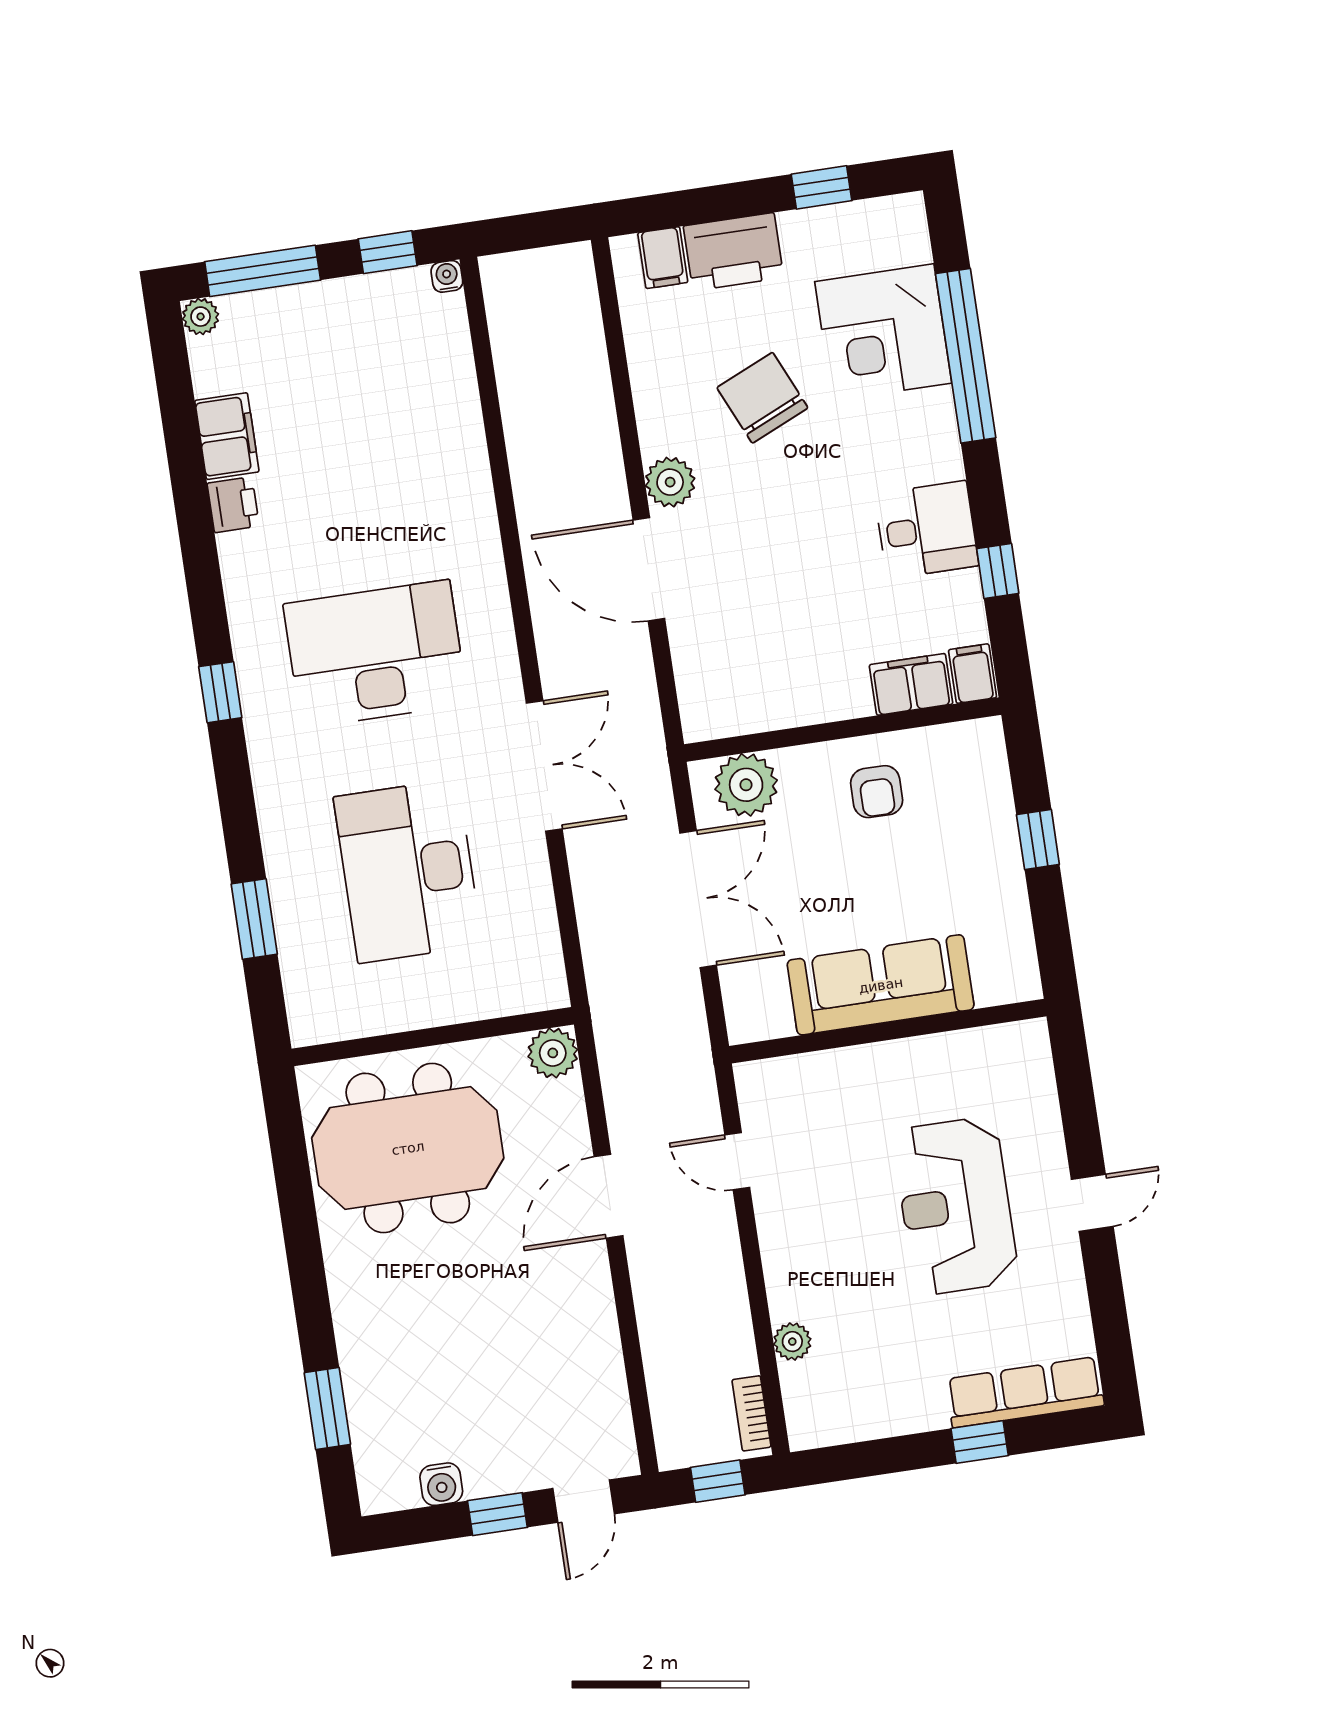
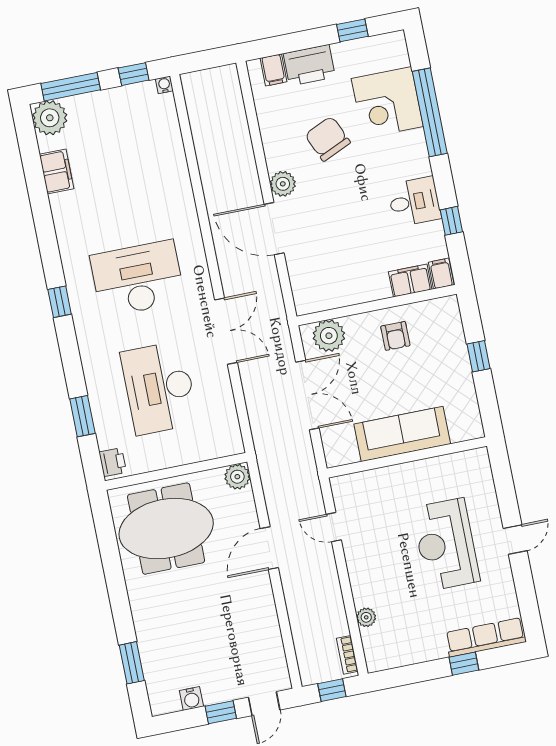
plant: (201, 317) -> (50, 118), width x1.88, depth x1.88
printer: (233, 505) -> (113, 462), moved

